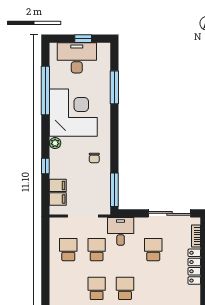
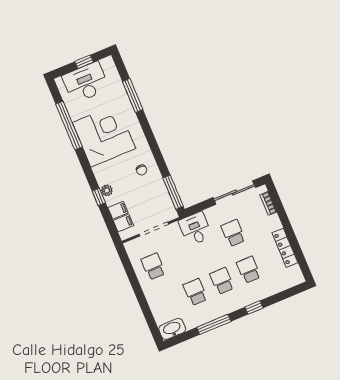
plant: (55, 143) -> (107, 190), moved
school desk: (97, 250) -> (249, 270), moved
locker: (194, 267) -> (285, 248), moved

